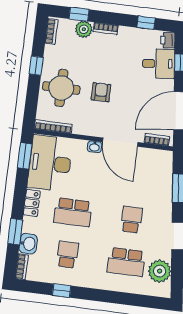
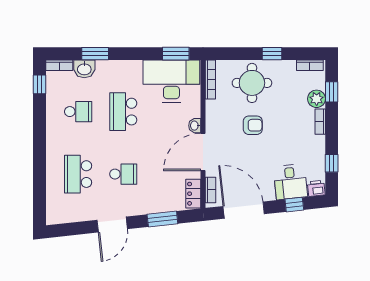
locker: (32, 203) -> (193, 194), moved, turned 90
plant: (160, 271) -> (73, 210), removed
window: (62, 291) -> (40, 84), moved

